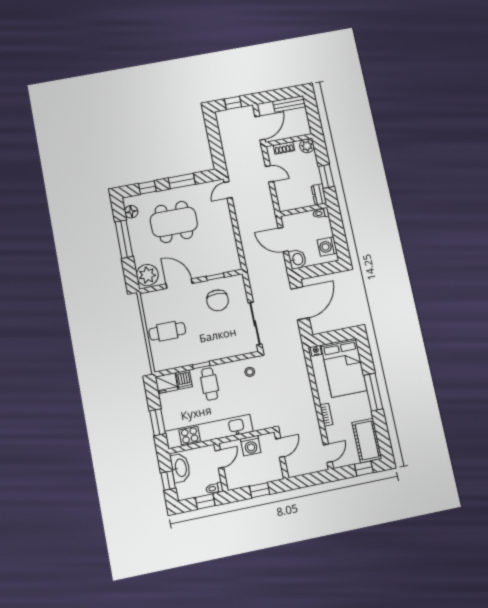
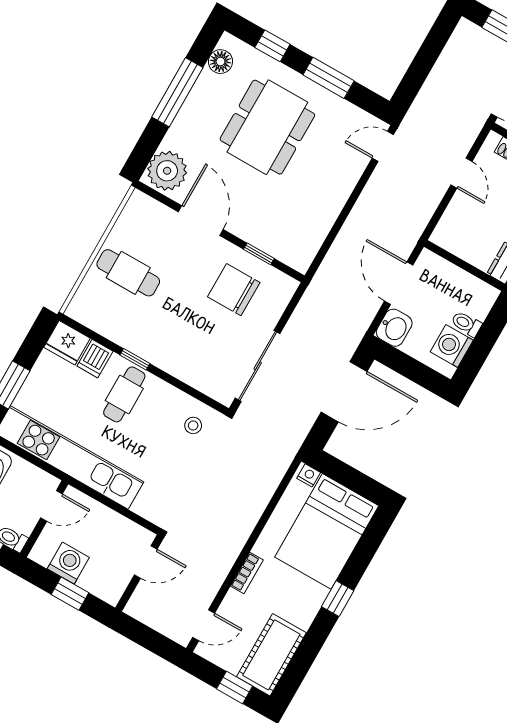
toilet: (321, 213) -> (466, 324), moved
dining table: (174, 222) -> (267, 127), turned 90
chair: (218, 300) -> (234, 290), turned 90
window: (373, 392) -> (338, 599), width x0.46
washing machine: (251, 446) -> (68, 563), moved, turned 180

